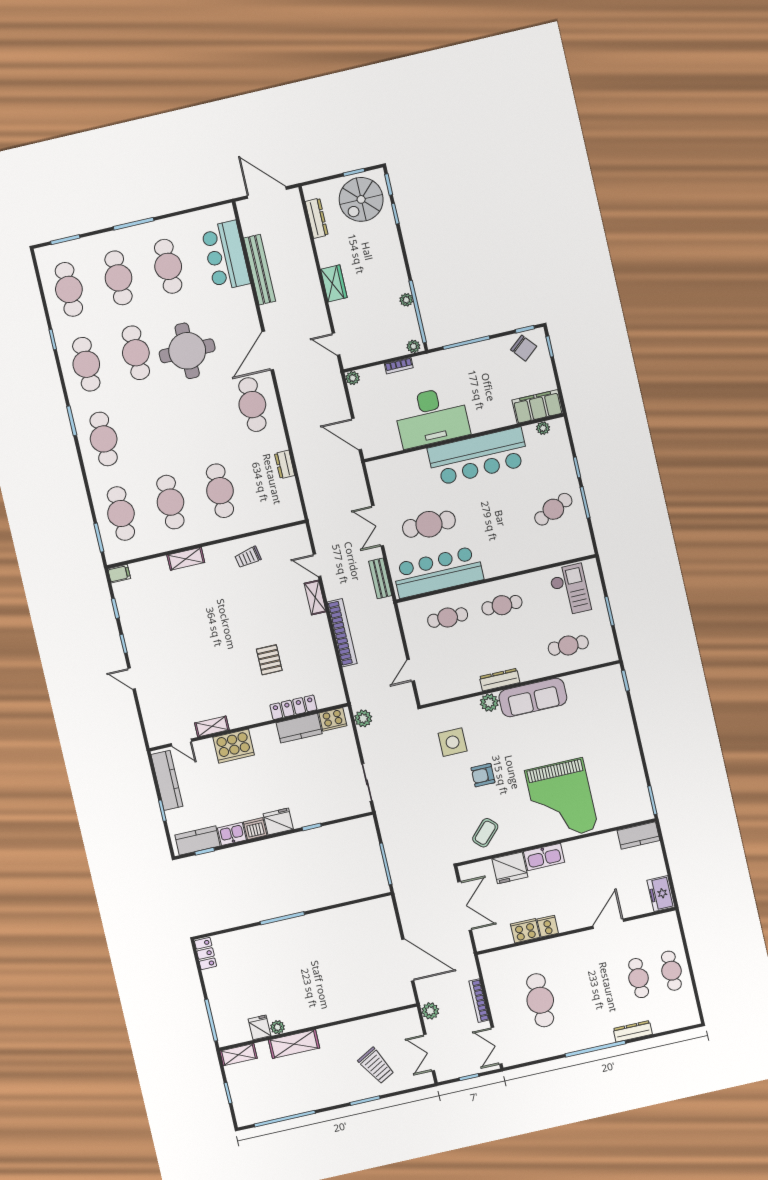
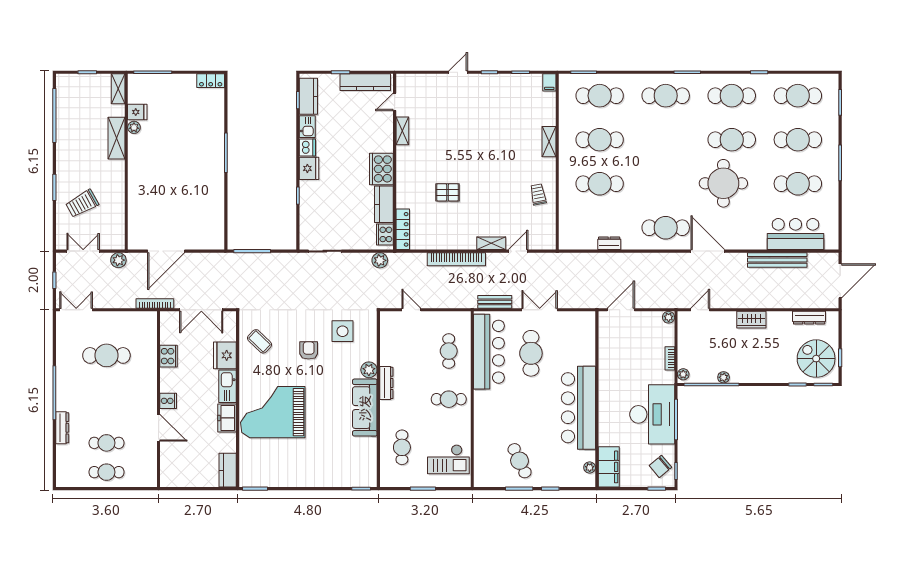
desk: (432, 417) -> (652, 414), moved, turned 180
cafe table: (502, 605) -> (449, 399), turned 90
locker: (293, 707) -> (403, 229), moved
cooker: (234, 746) -> (381, 169), moved
freezer: (661, 894) -> (227, 418), moved, turned -90
cooker: (548, 926) -> (168, 401), moved
bookcase: (479, 1001) -> (155, 304), moved

